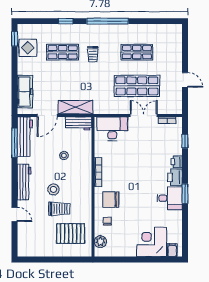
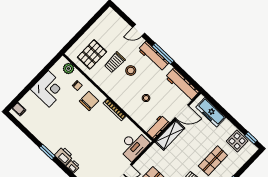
door: (47, 115) -> (182, 112), swing flipped
window: (14, 143) -> (163, 54), moved
desk: (170, 198) -> (54, 139), removed
corner desk: (152, 242) -> (49, 89), moved

